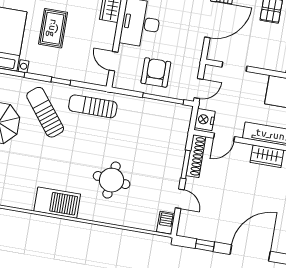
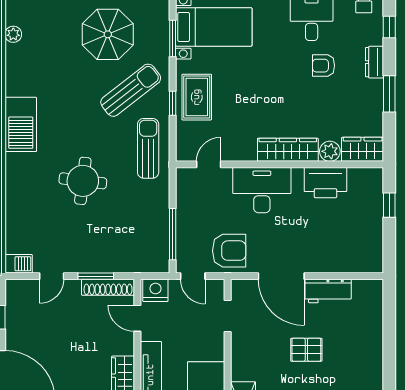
rug: (53, 28) -> (197, 97), moved, turned 90
armchair: (156, 72) -> (229, 251), moved
round table: (112, 180) -> (83, 181), moved

